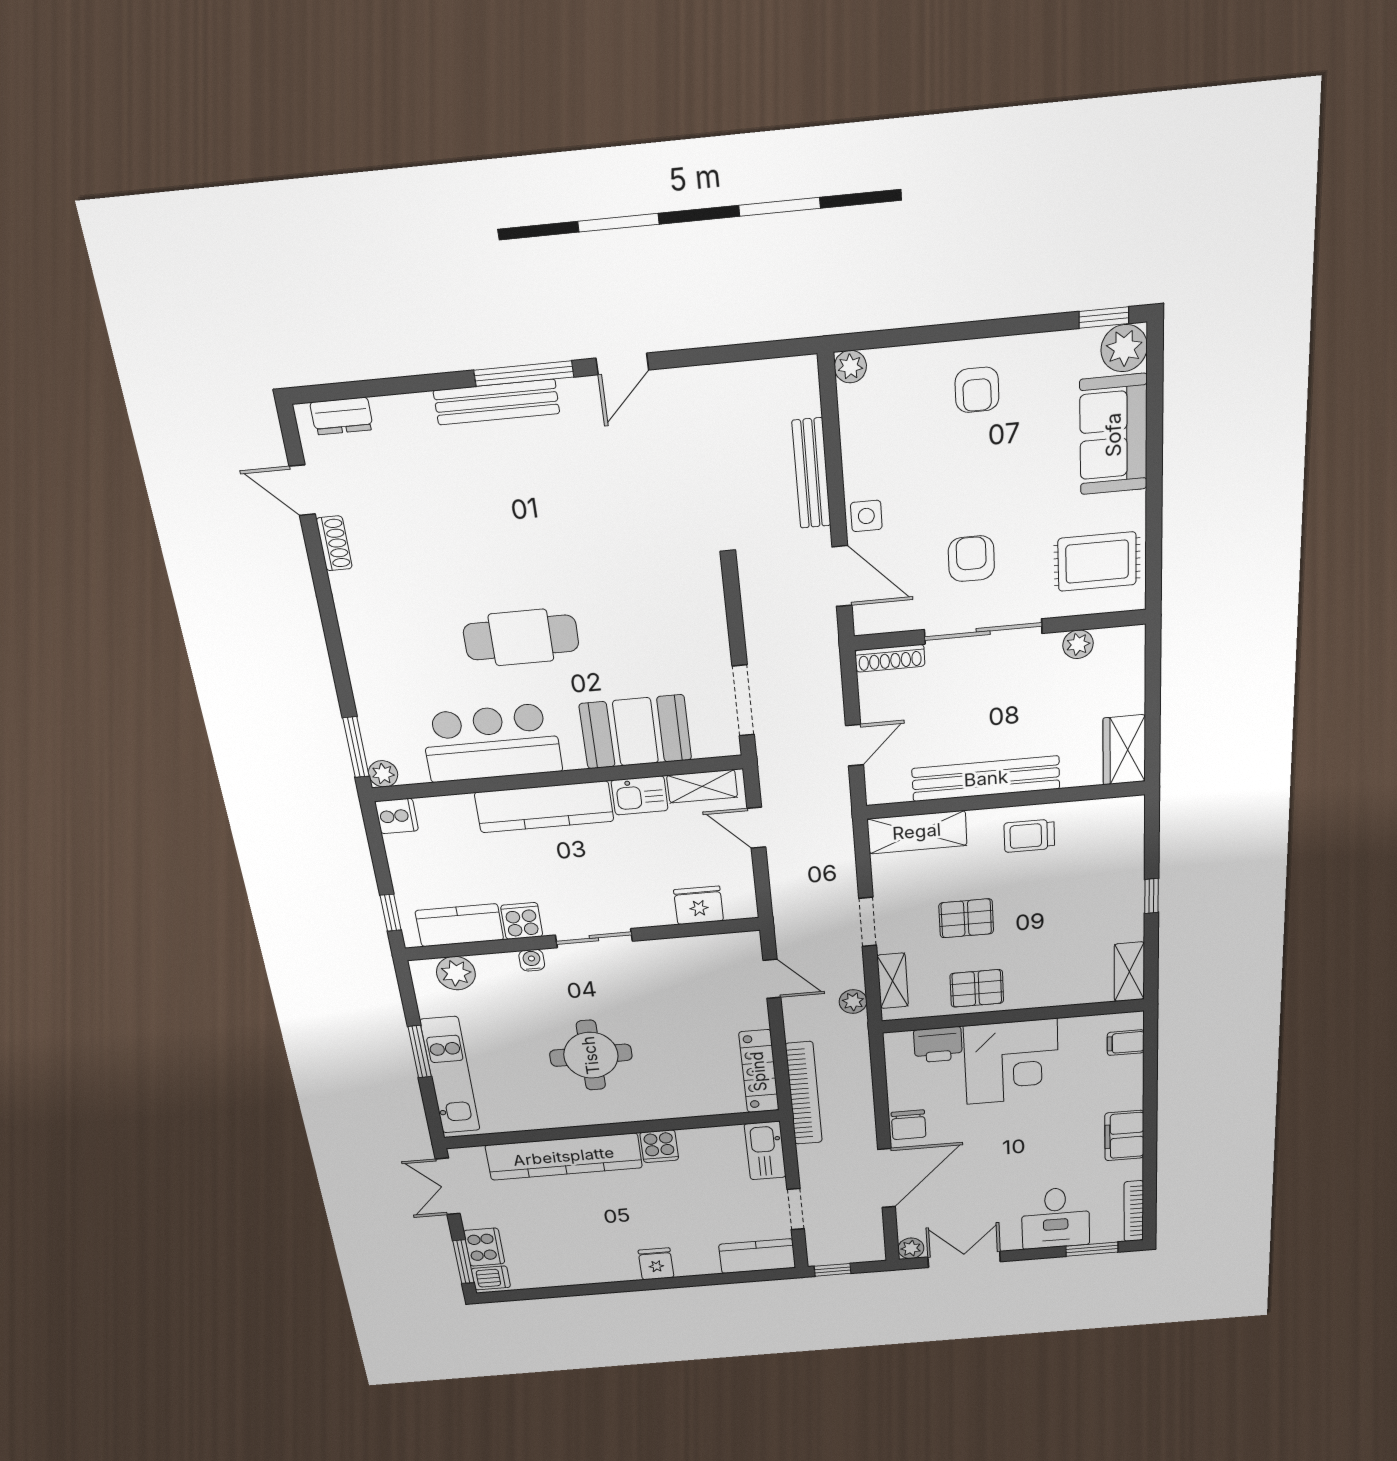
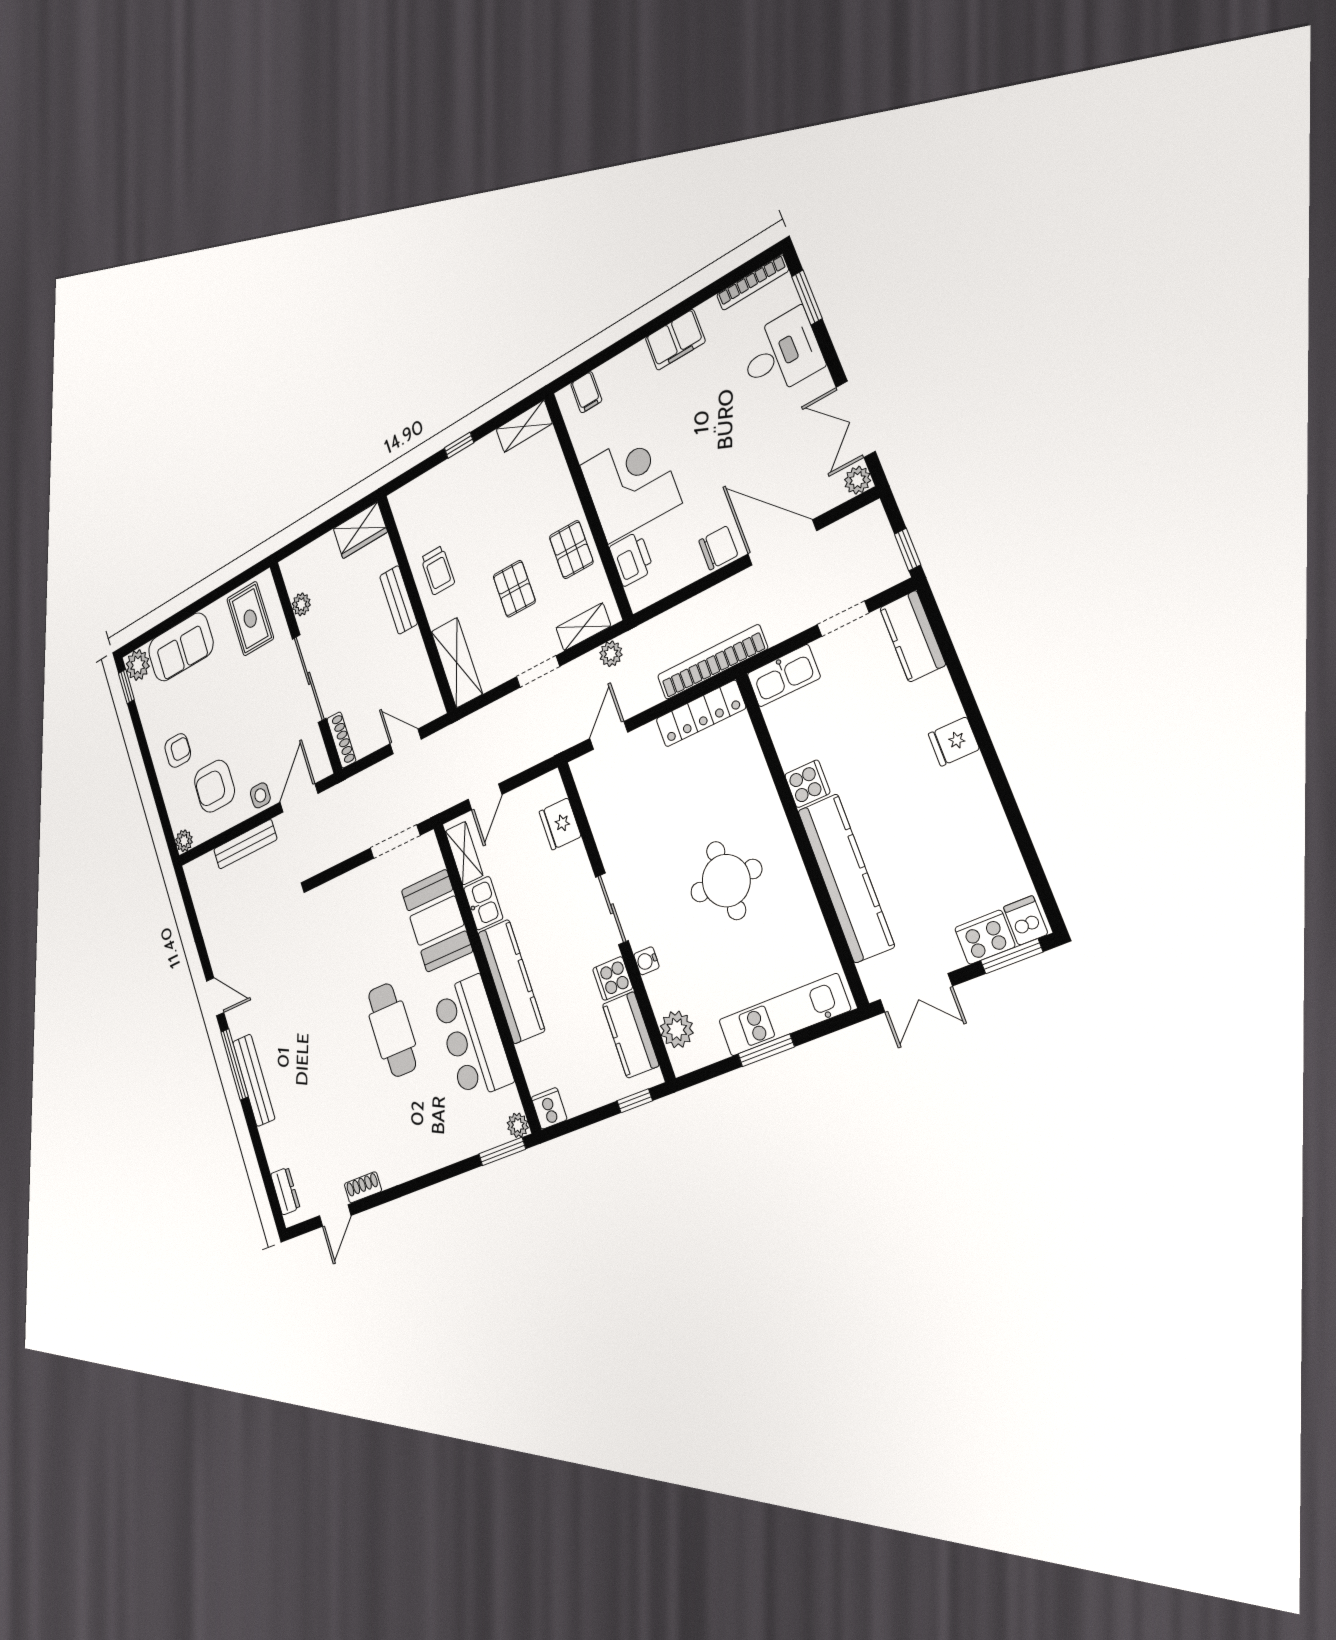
armchair: (971, 559) -> (214, 786), moved, width x1.38, depth x1.38
bench: (986, 779) -> (399, 600), width x0.54, depth x0.82

